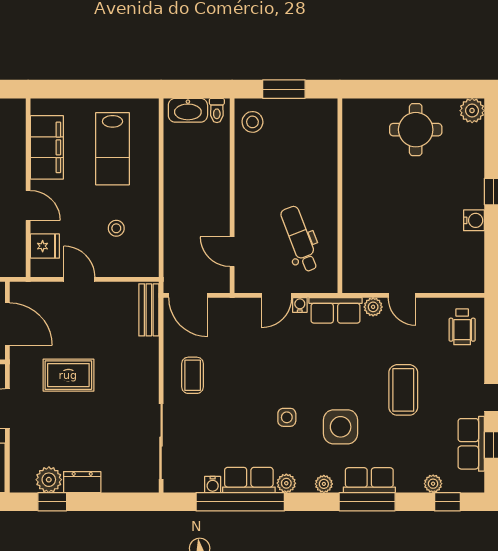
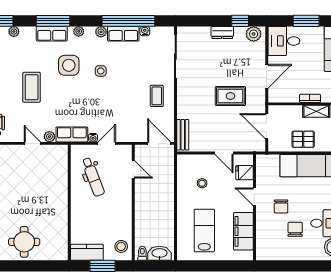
kitchen counter: (310, 112) -> (87, 252), added
plant: (49, 480) -> (254, 34), moved

